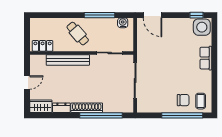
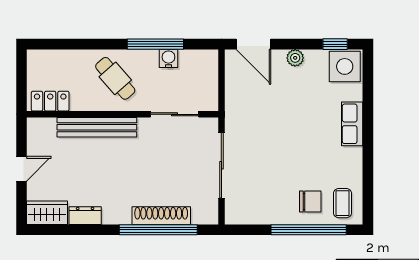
plant: (175, 22) -> (295, 58), added
water cooler: (123, 23) -> (168, 58), moved
shoe rack: (87, 108) -> (161, 216), moved

